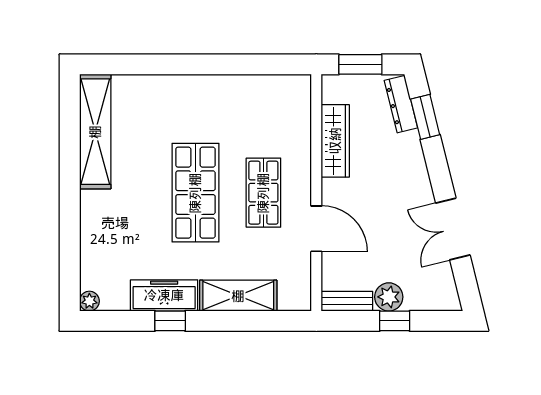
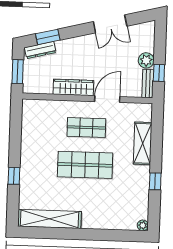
window: (171, 64) -> (14, 176), added
wardrobe: (335, 141) -> (73, 87), moved
freezer: (164, 295) -> (141, 184), removed
window: (395, 321) -> (159, 73), moved

